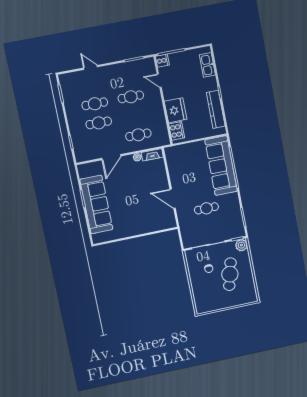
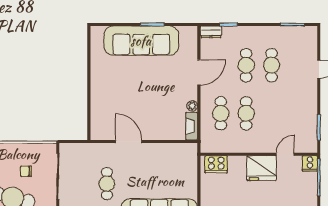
cafe table: (131, 97) -> (246, 113), moved
fridge: (176, 110) -> (262, 168), moved
dresser: (79, 154) -> (211, 32), added
door: (111, 157) -> (199, 72), swing flipped
door: (173, 199) -> (129, 142), hinge flipped

